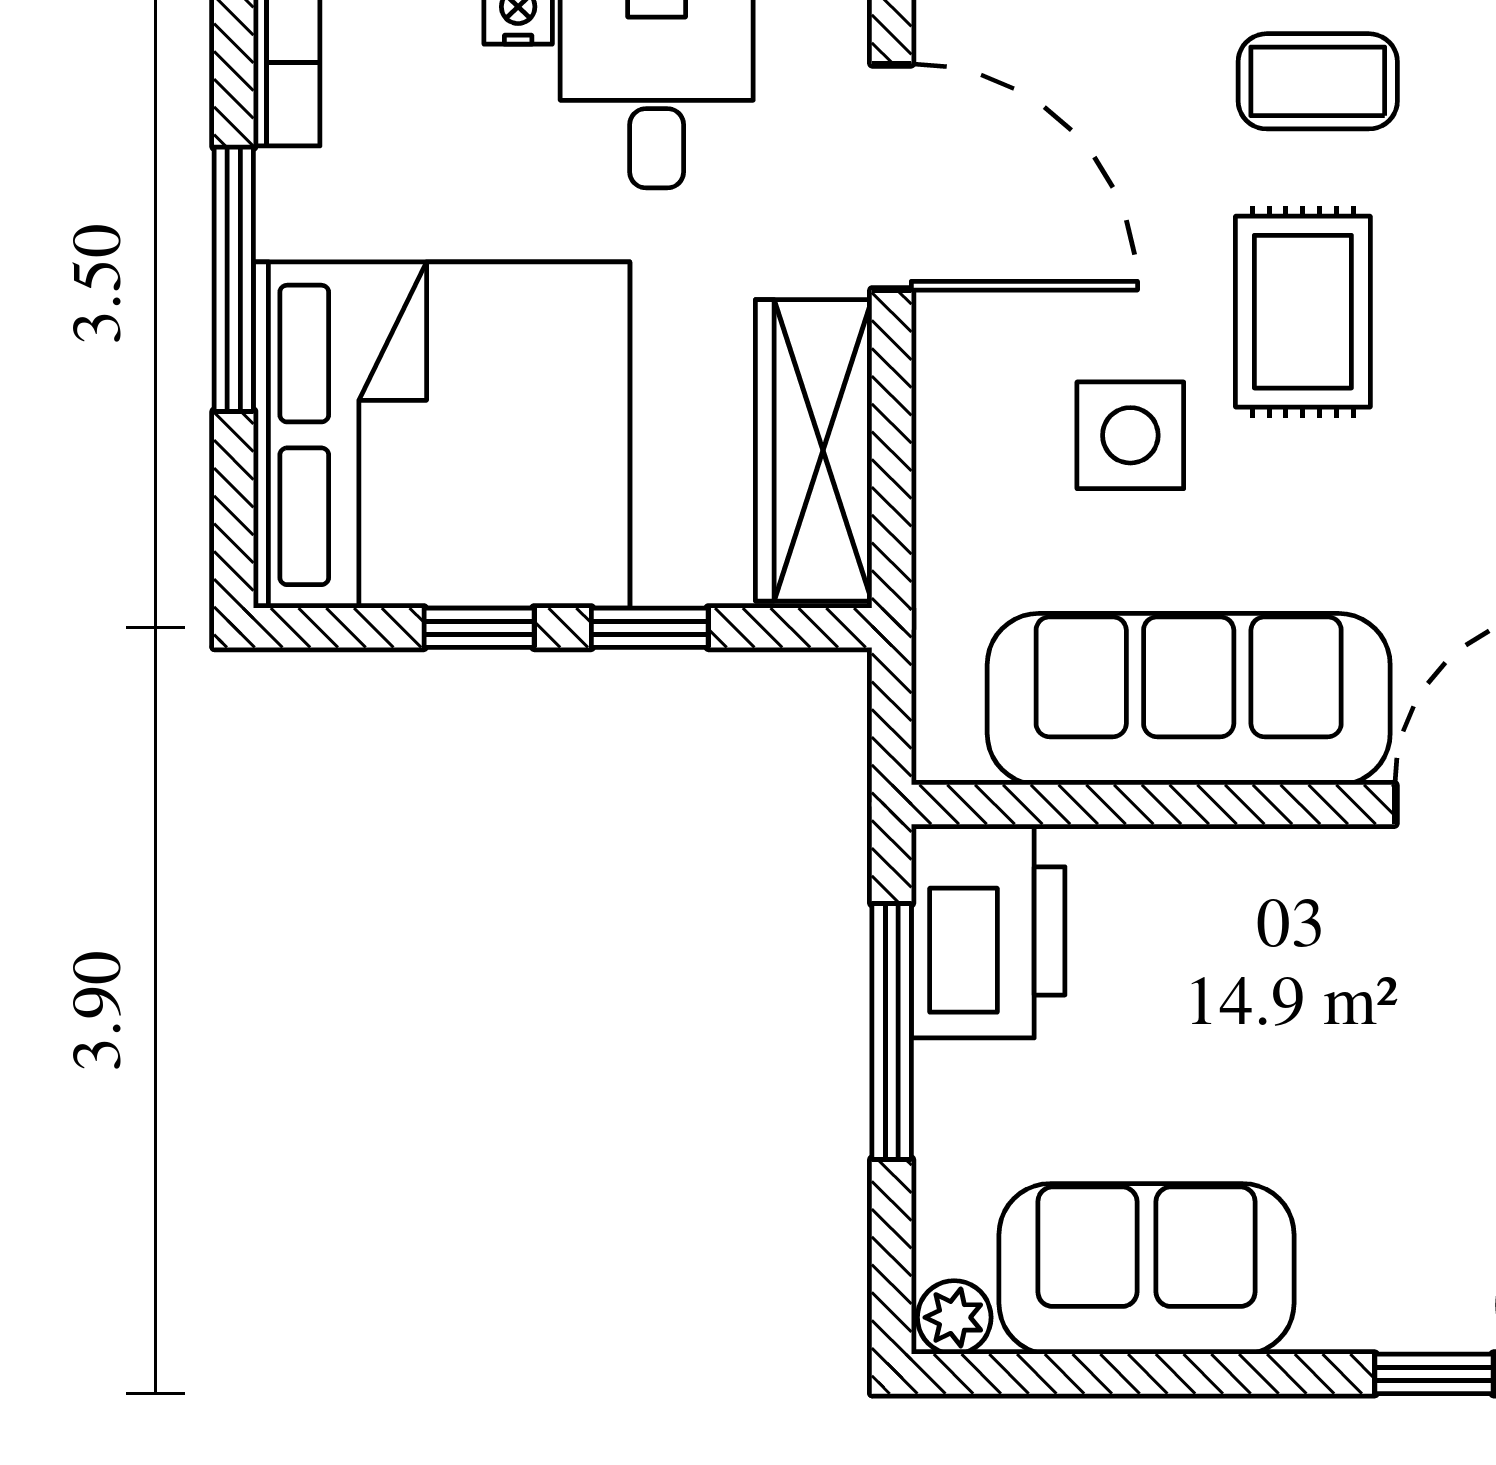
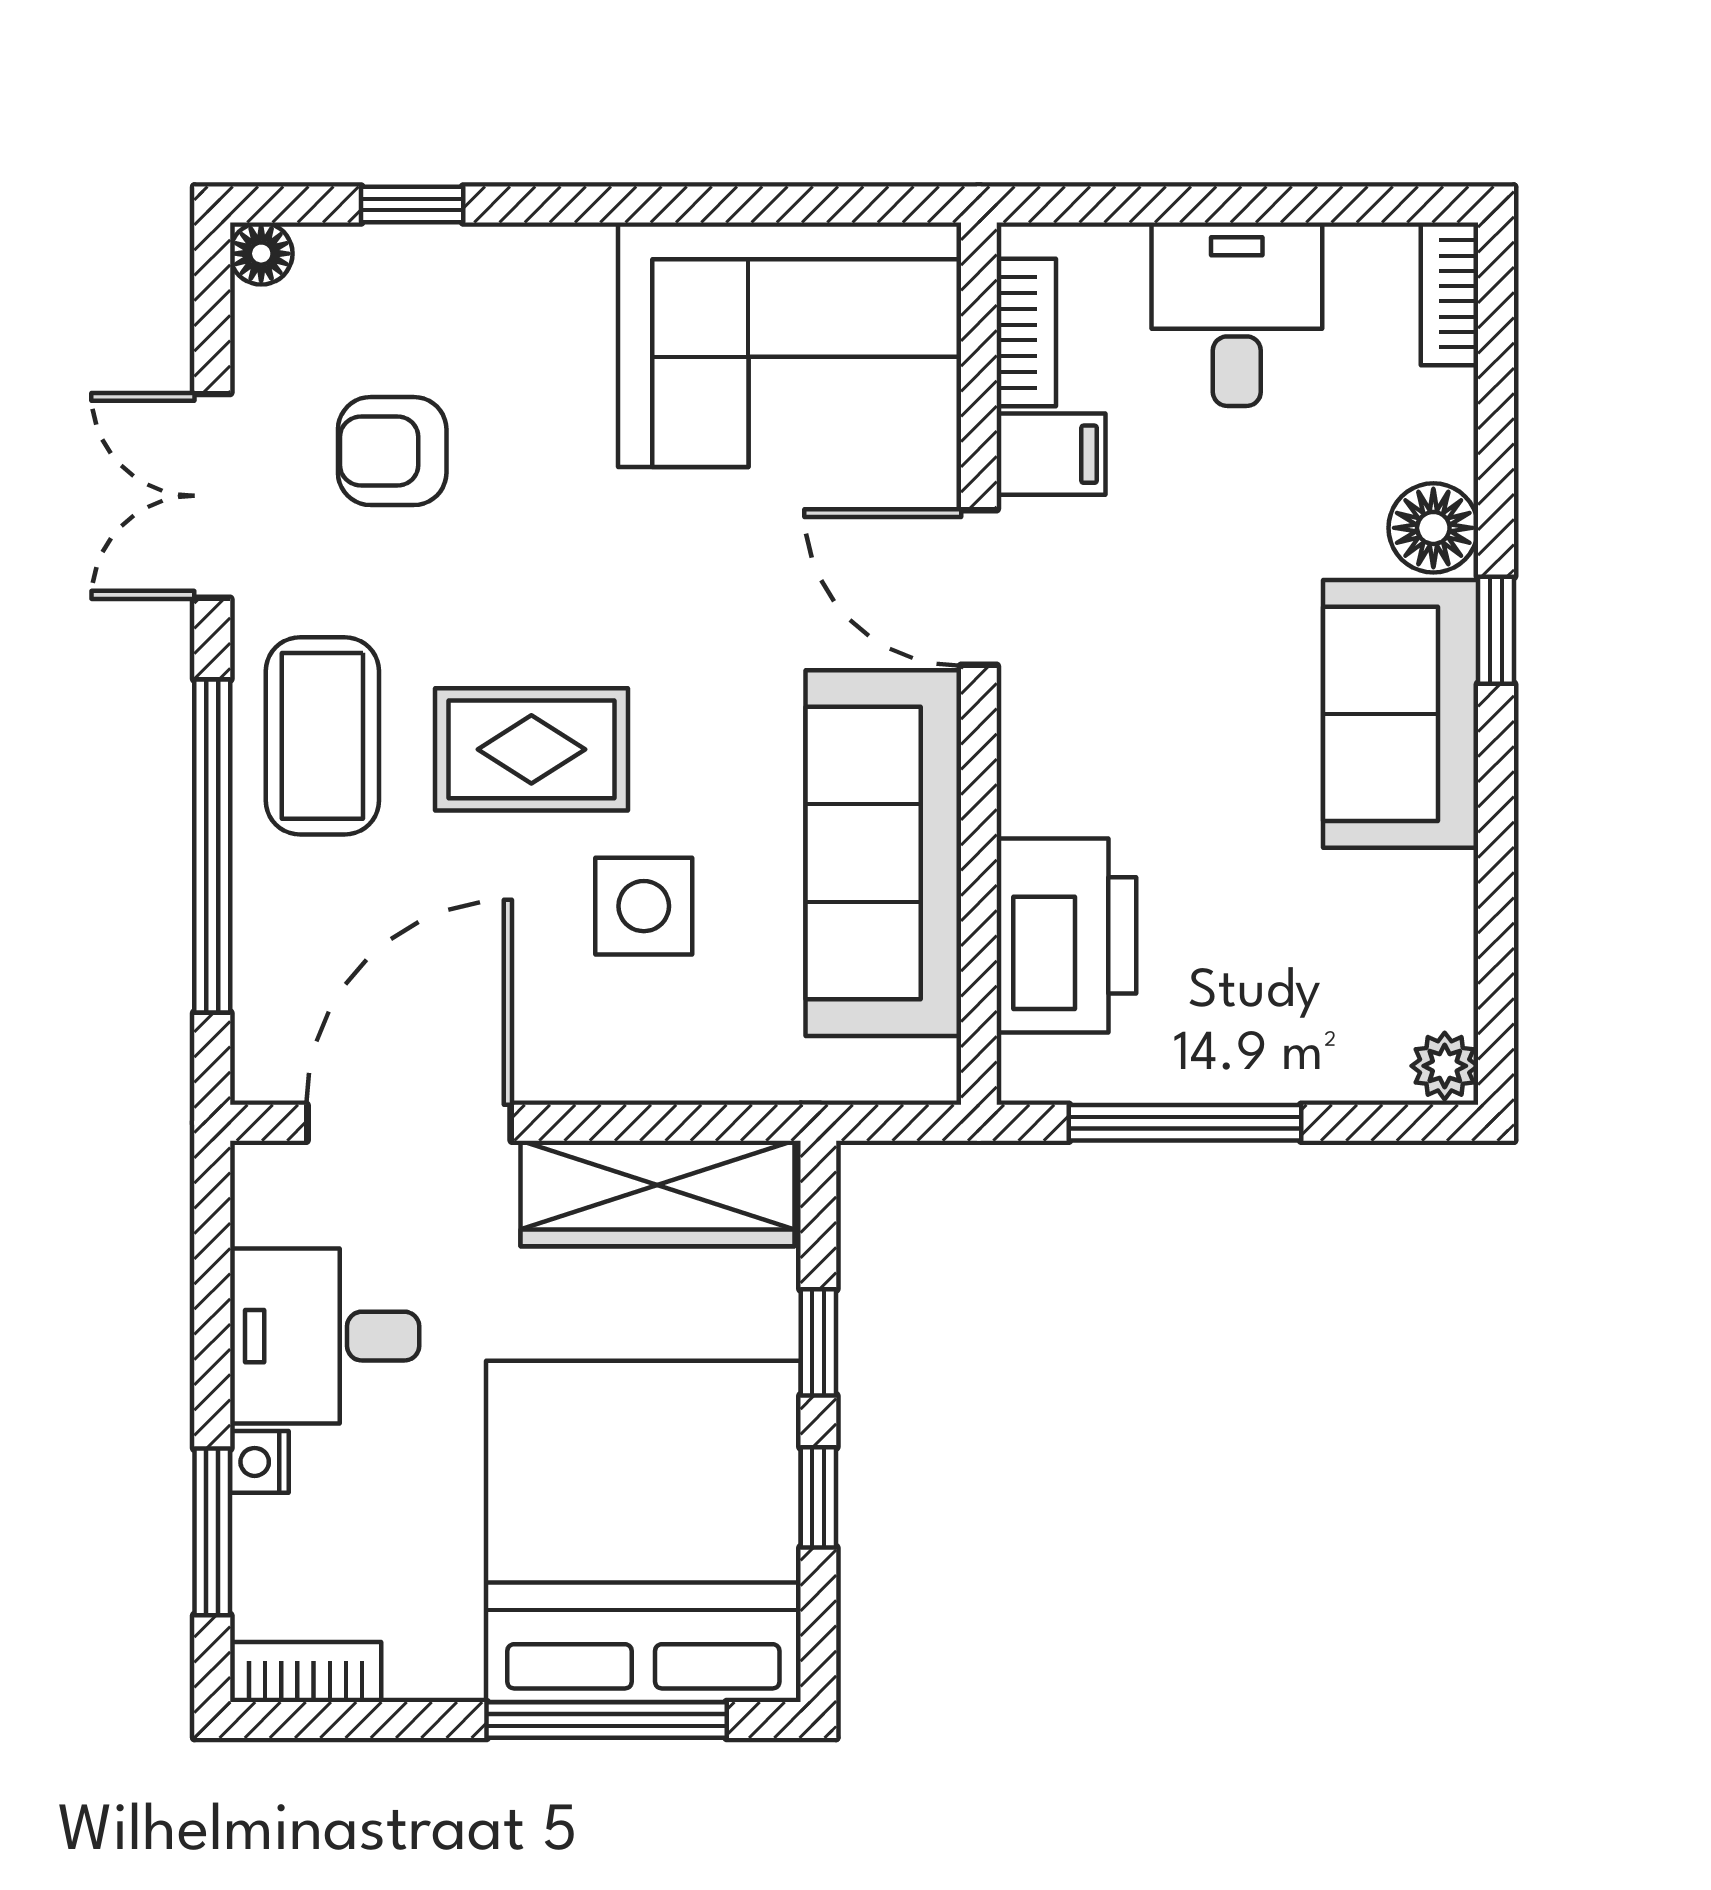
coffee table: (1318, 81) -> (322, 736), width x1.36, depth x1.30
window: (234, 279) -> (607, 1720), moved
printer: (988, 931) -> (1066, 935), moved, turned 90
sofa: (1147, 1269) -> (1401, 714), moved

